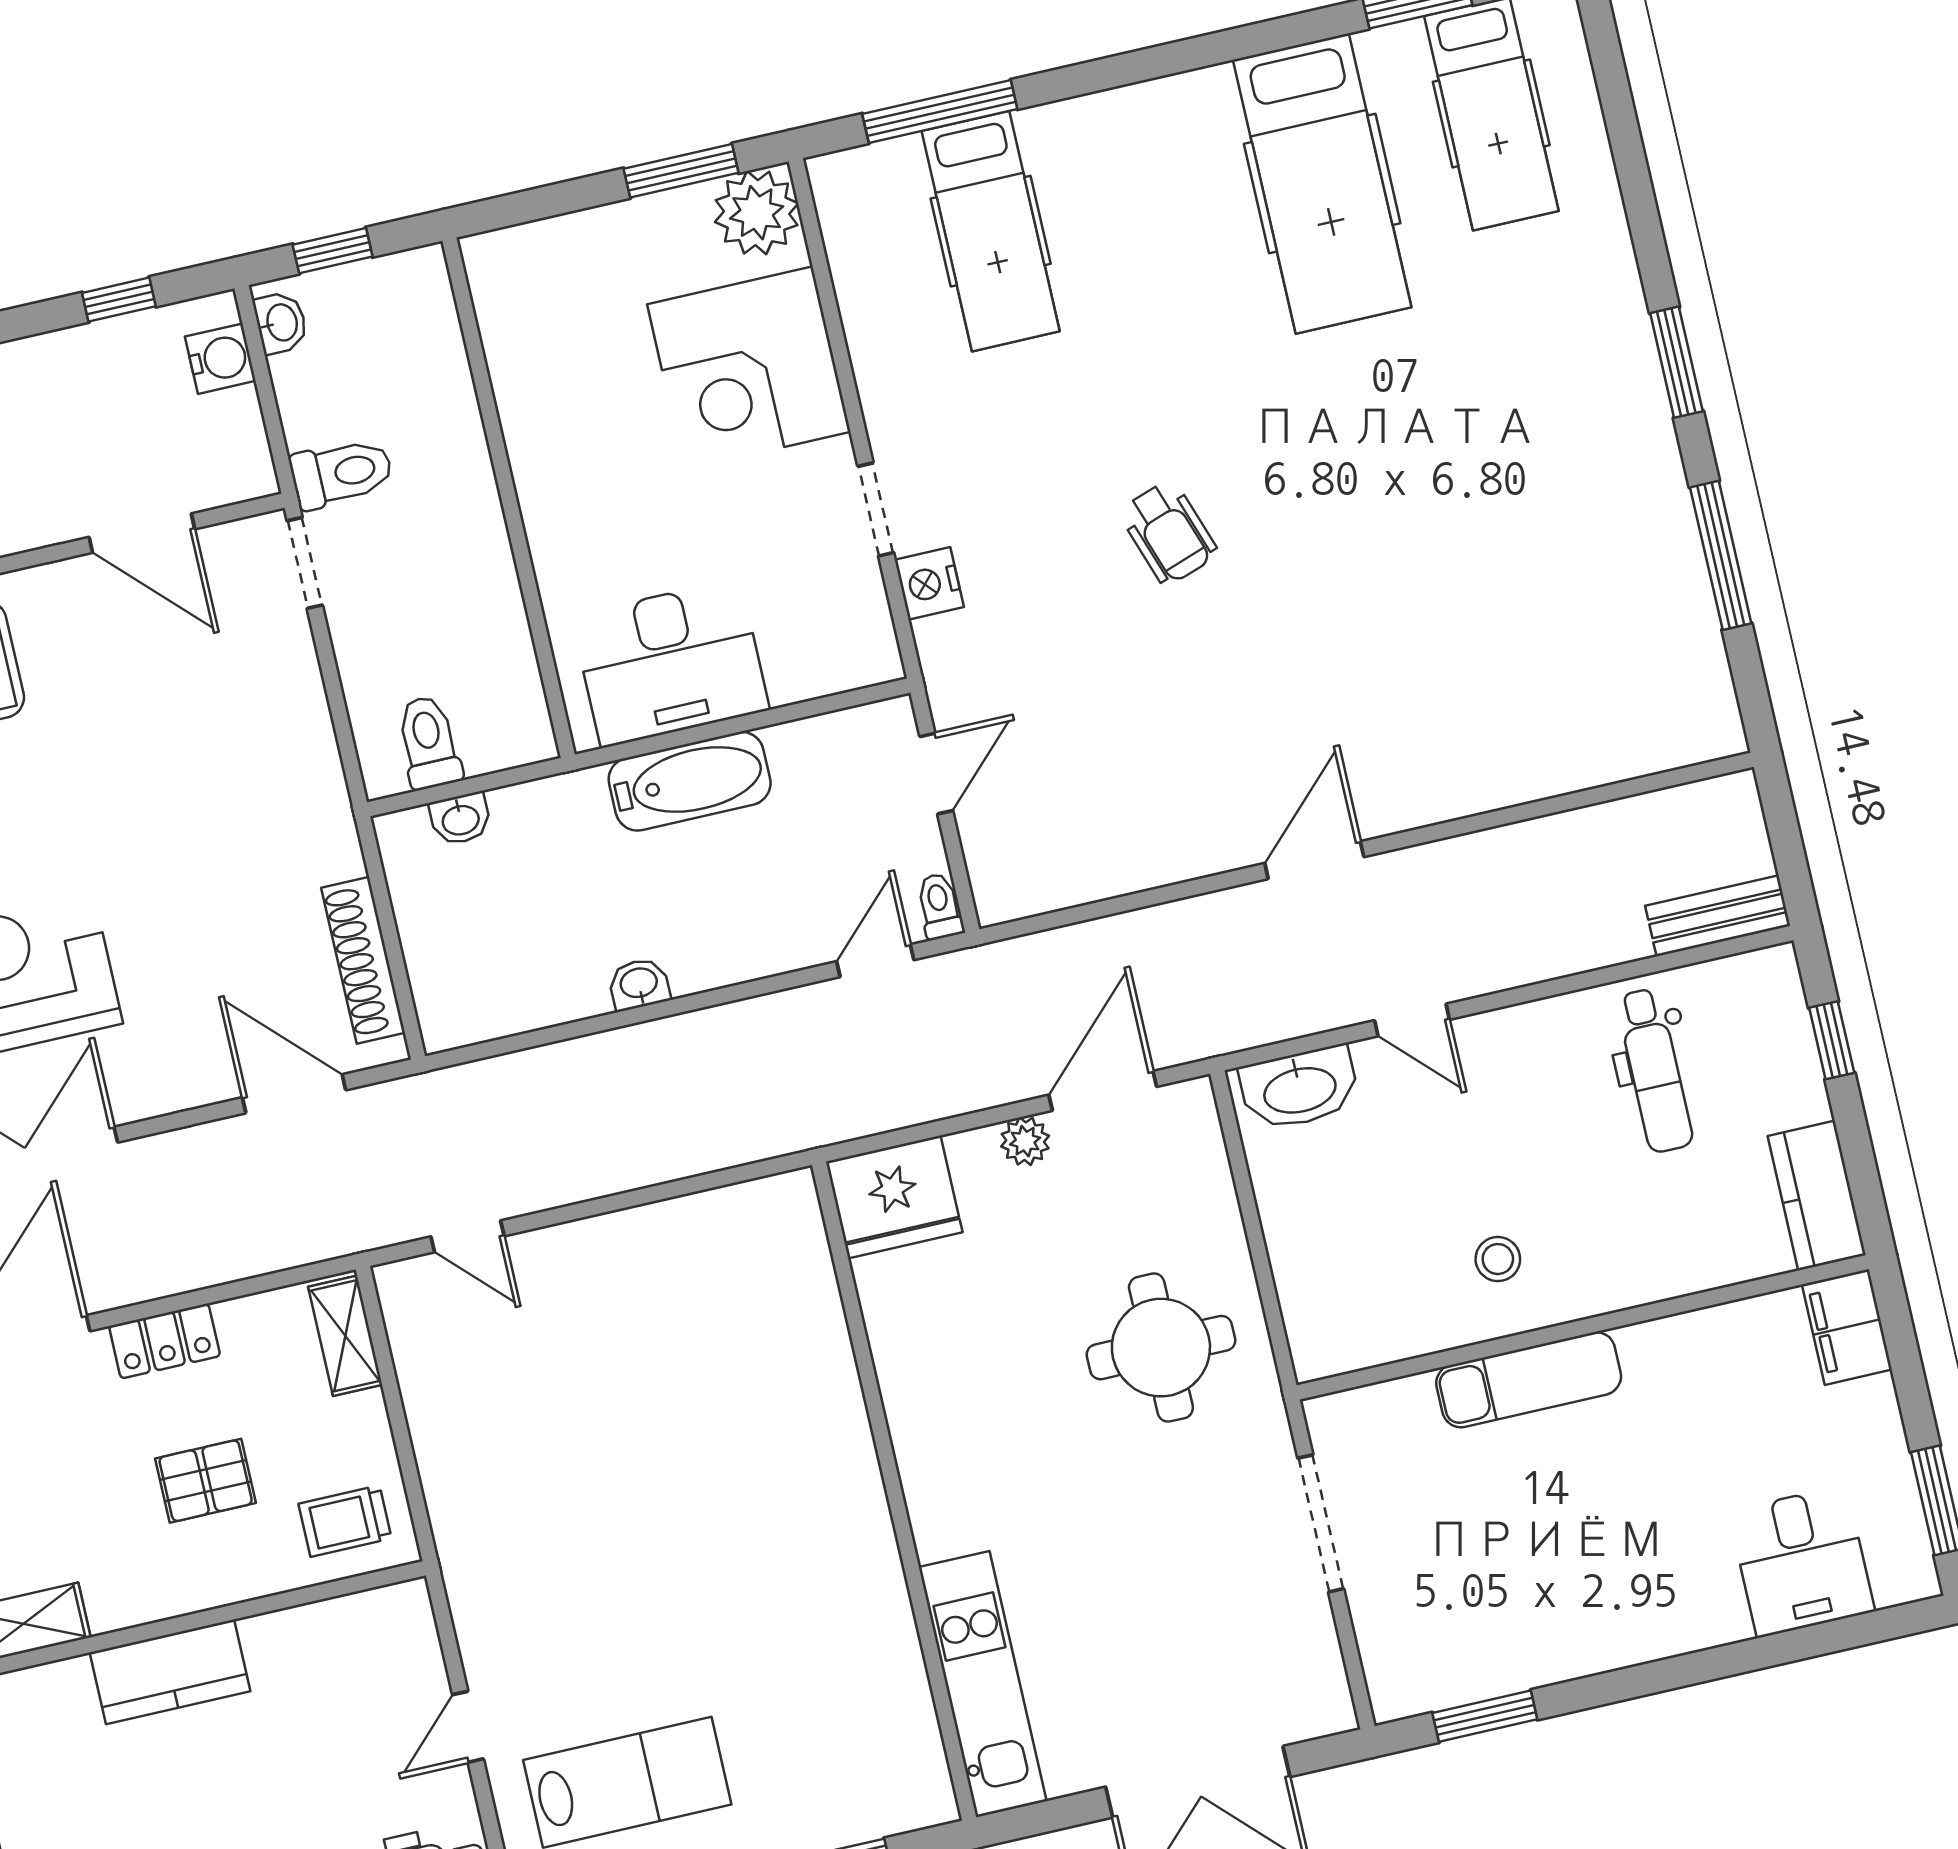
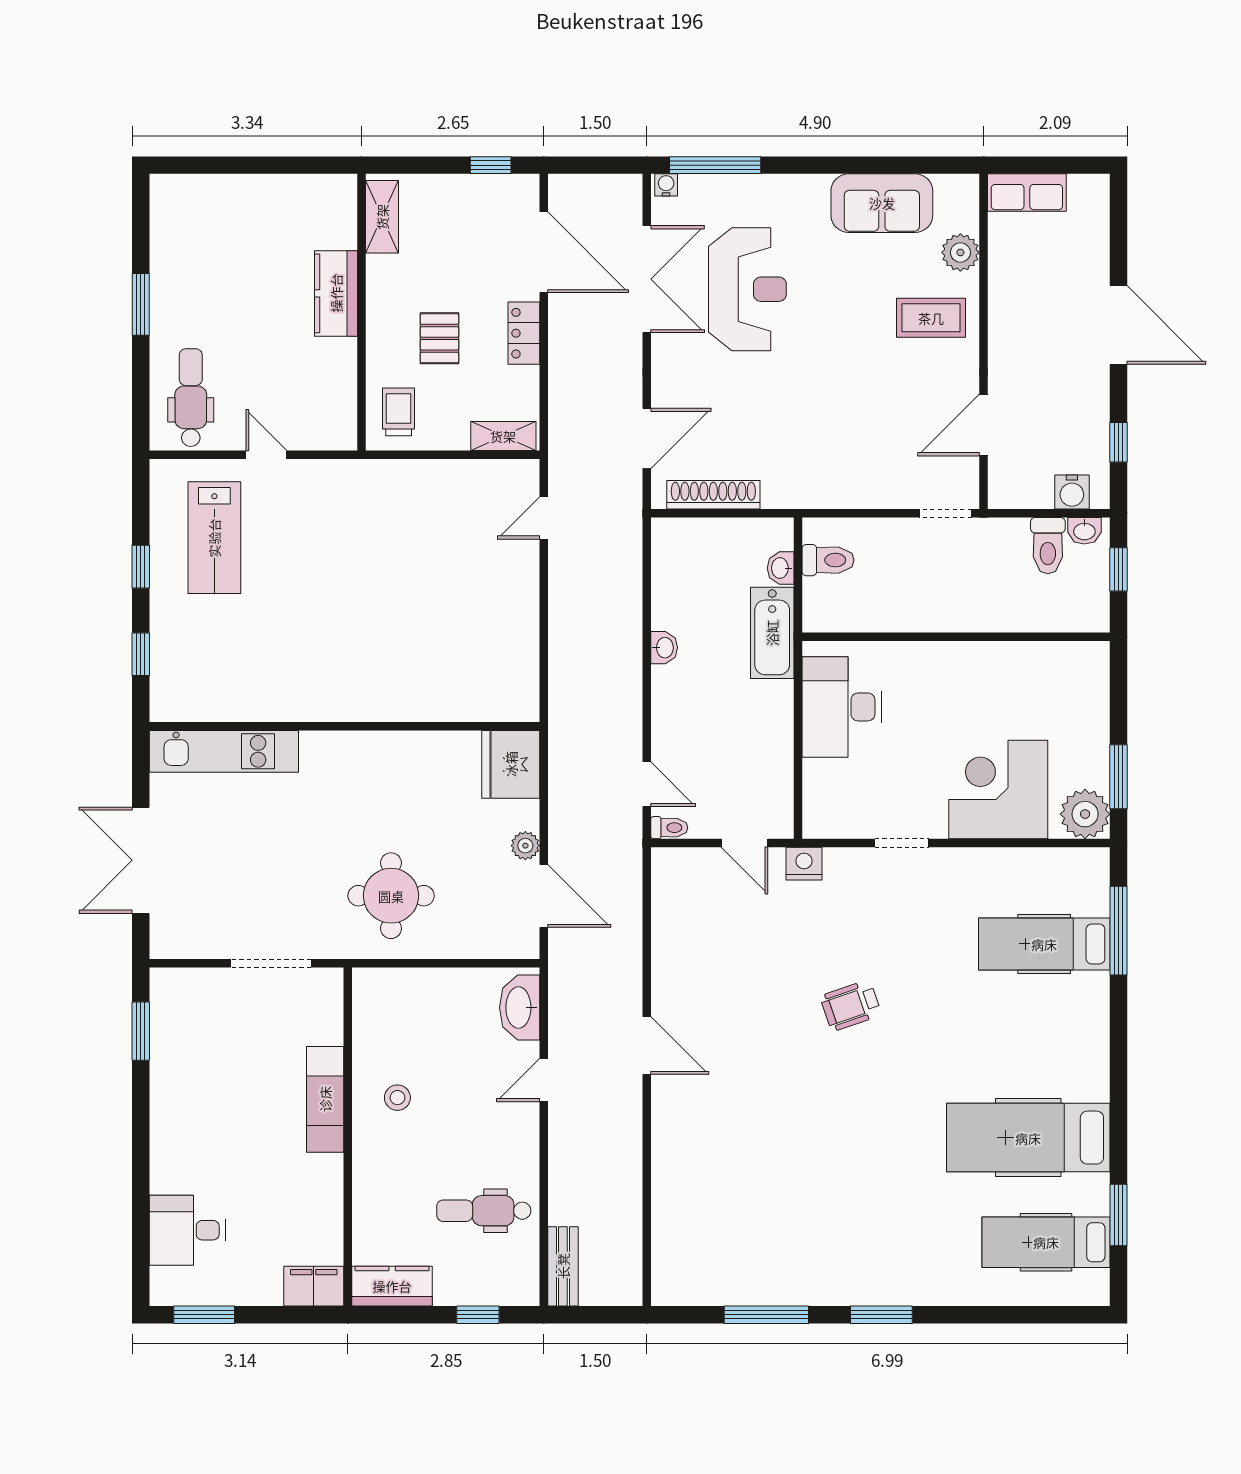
toilet: (342, 473) -> (1048, 546), moved
nightstand: (929, 583) -> (804, 864), moved
bathtub: (690, 781) -> (772, 633), moved

